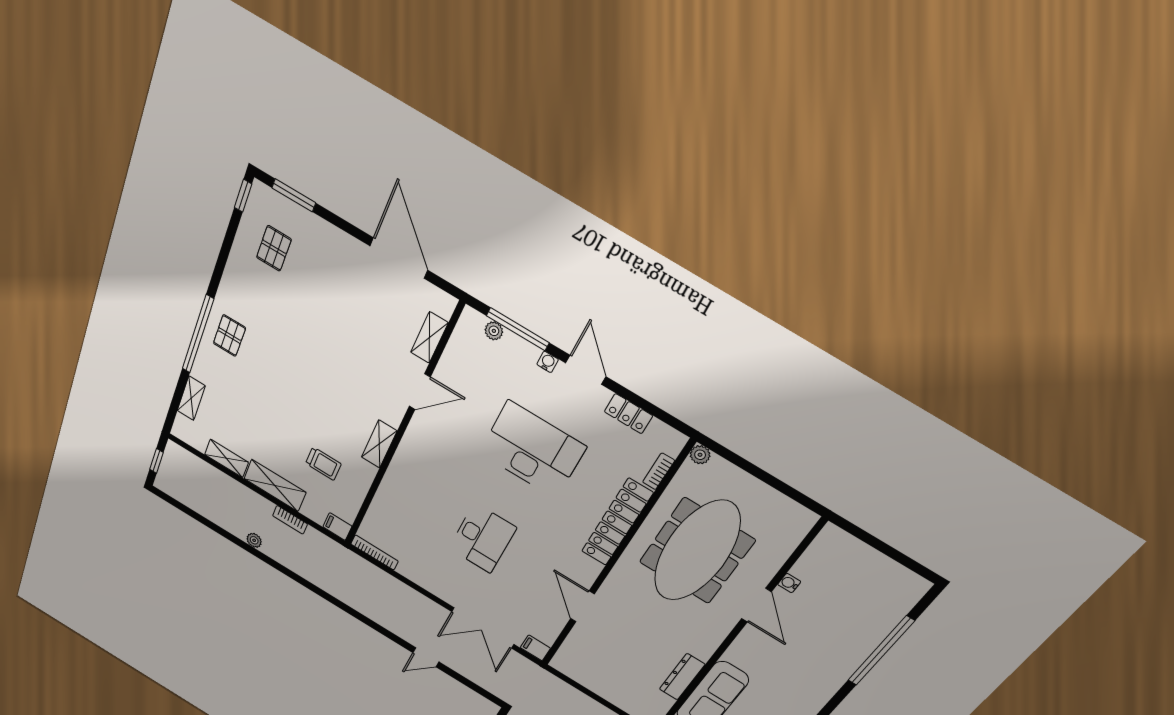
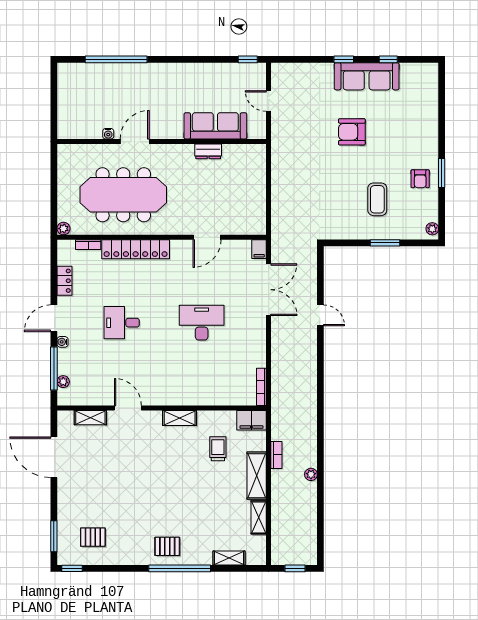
door: (399, 258) -> (54, 457), hinge flipped
desk: (532, 450) -> (122, 323), width x0.53, depth x0.77
filing cabinet: (337, 527) -> (251, 420), width x2.00
dresser: (682, 677) -> (208, 151), width x0.70

